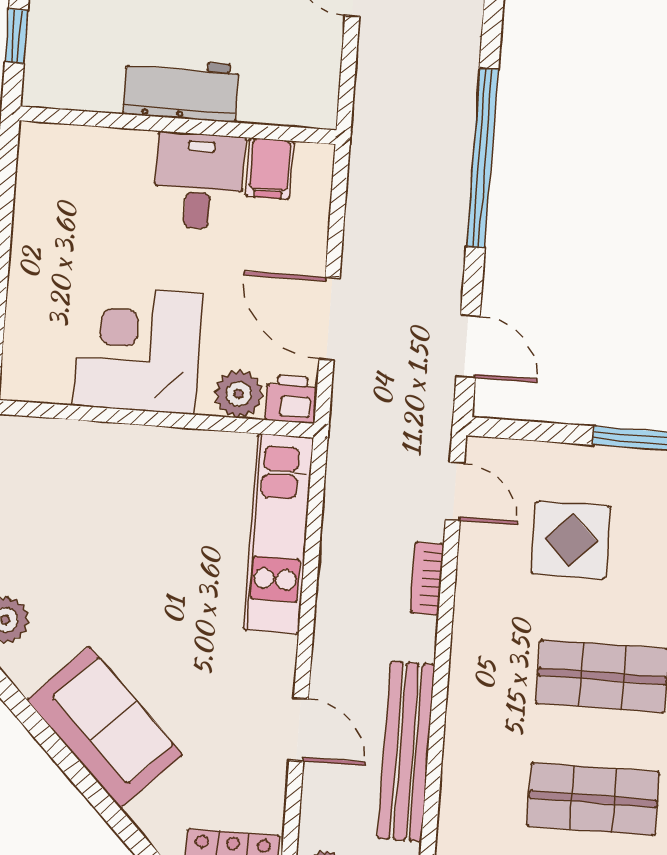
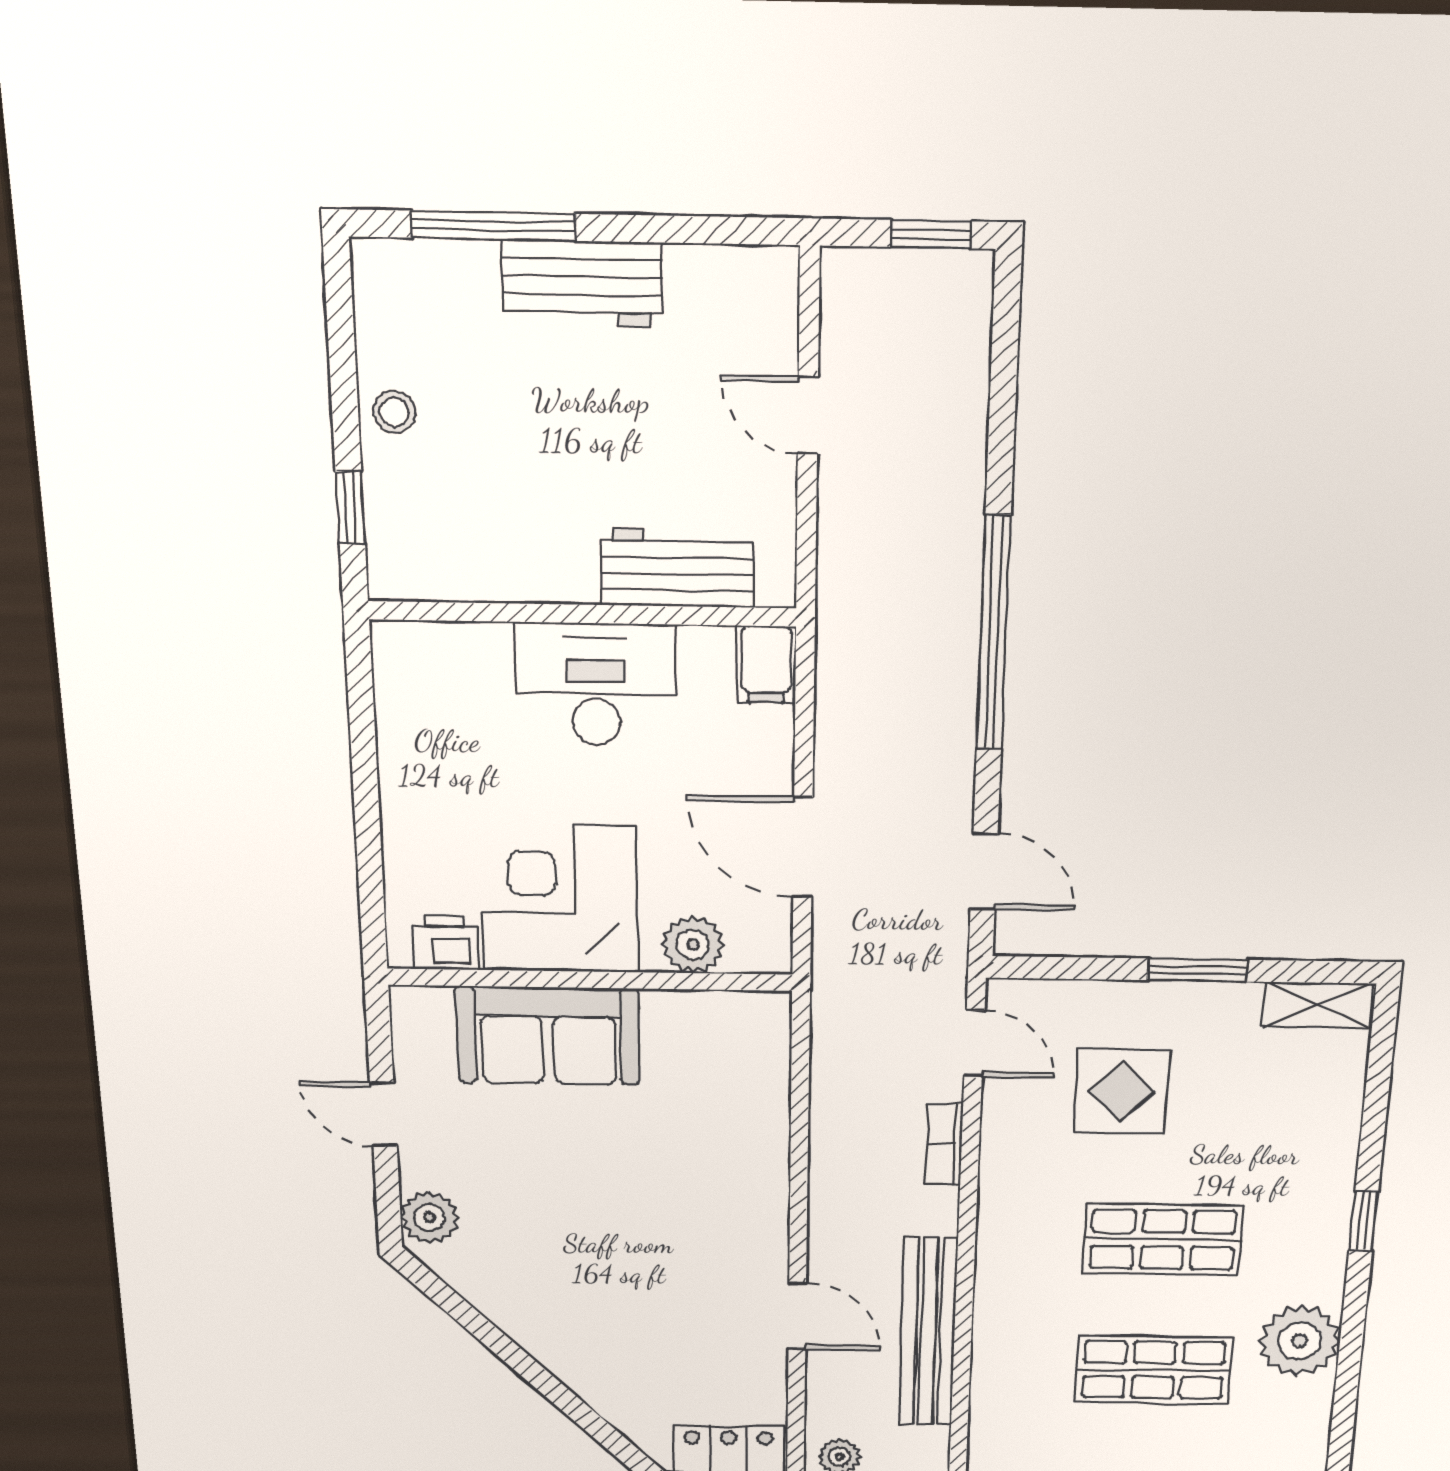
workbench: (181, 89) -> (677, 568), moved
filing cabinet: (270, 169) -> (766, 664), moved
desk: (199, 181) -> (596, 684), width x1.37
printer: (291, 399) -> (446, 942), moved
kitchen unit: (278, 534) -> (756, 1104), removed
sofa: (105, 727) -> (548, 1036), moved, turned 135

